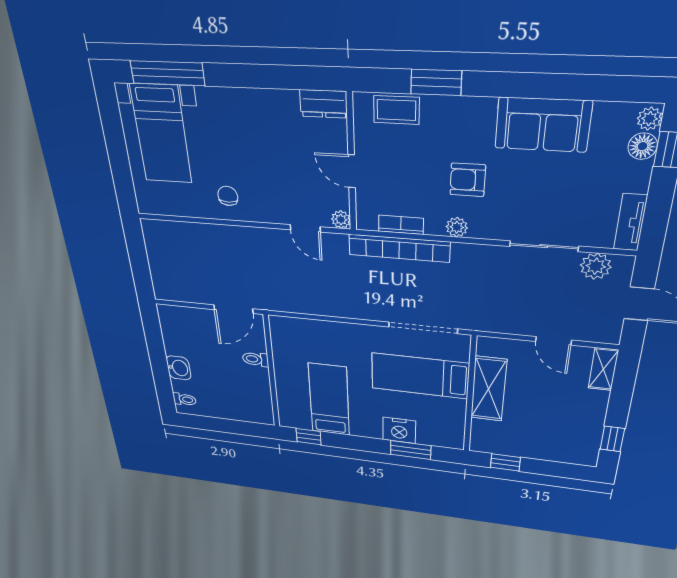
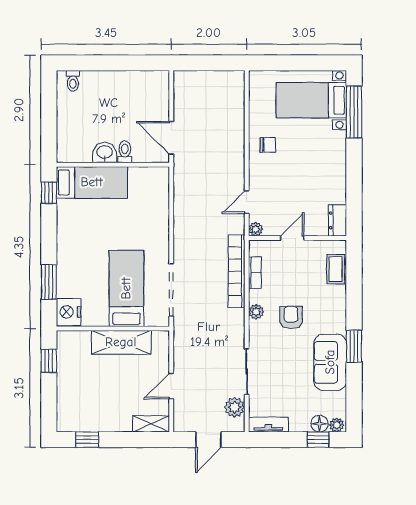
window: (436, 82) -> (354, 346), moved
washbasin: (179, 368) -> (105, 153), moved, turned 180
bed: (329, 400) -> (92, 182), moved
nightstand: (399, 430) -> (69, 312), moved

